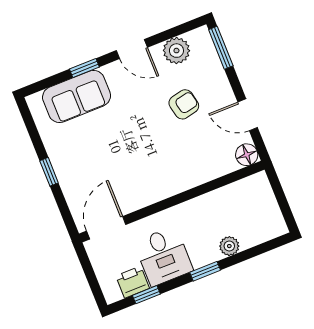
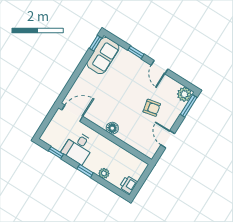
plant: (176, 51) -> (184, 94), moved
sofa: (77, 96) -> (103, 56), moved, turned -90
floor lamp: (247, 155) -> (112, 128), moved
window: (49, 172) -> (96, 43), moved
printer: (133, 282) -> (128, 185), moved, turned -90

